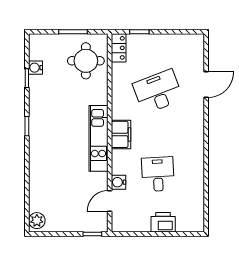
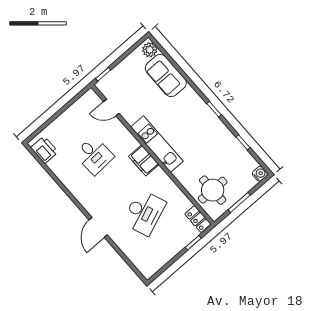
water cooler: (36, 68) -> (260, 174), moved
door: (206, 85) -> (98, 227), moved
water cooler: (119, 182) -> (116, 126), removed
sofa: (42, 188) -> (166, 76), added
door: (110, 201) -> (111, 107), swing flipped
printer: (163, 222) -> (44, 150), moved, turned -90

